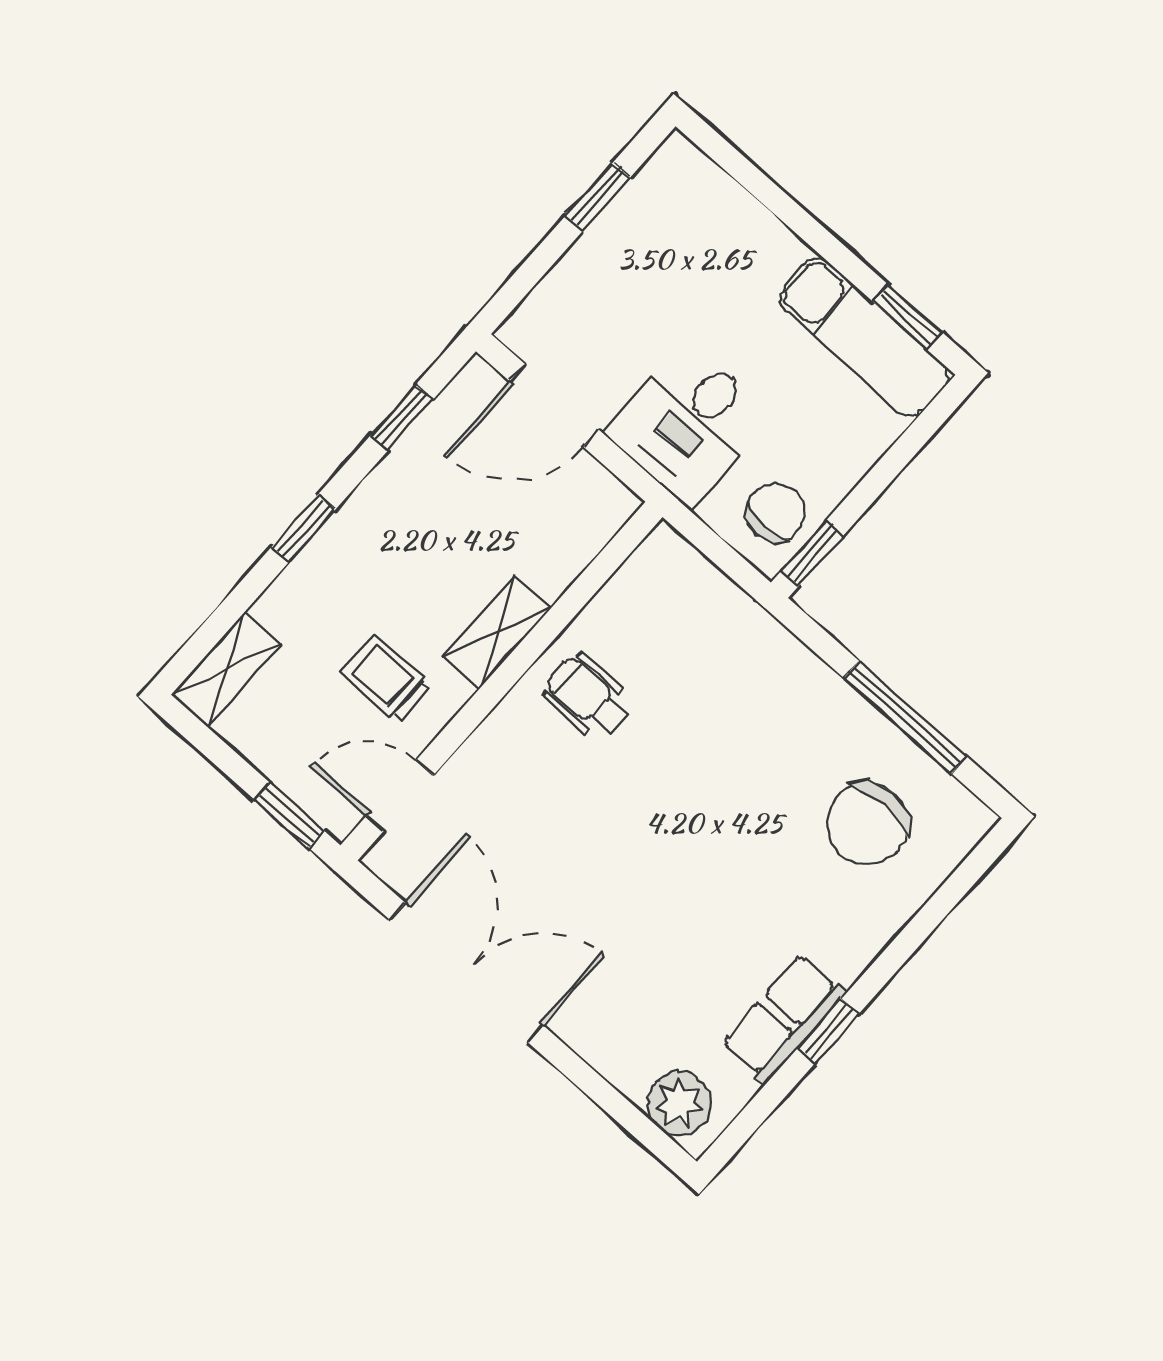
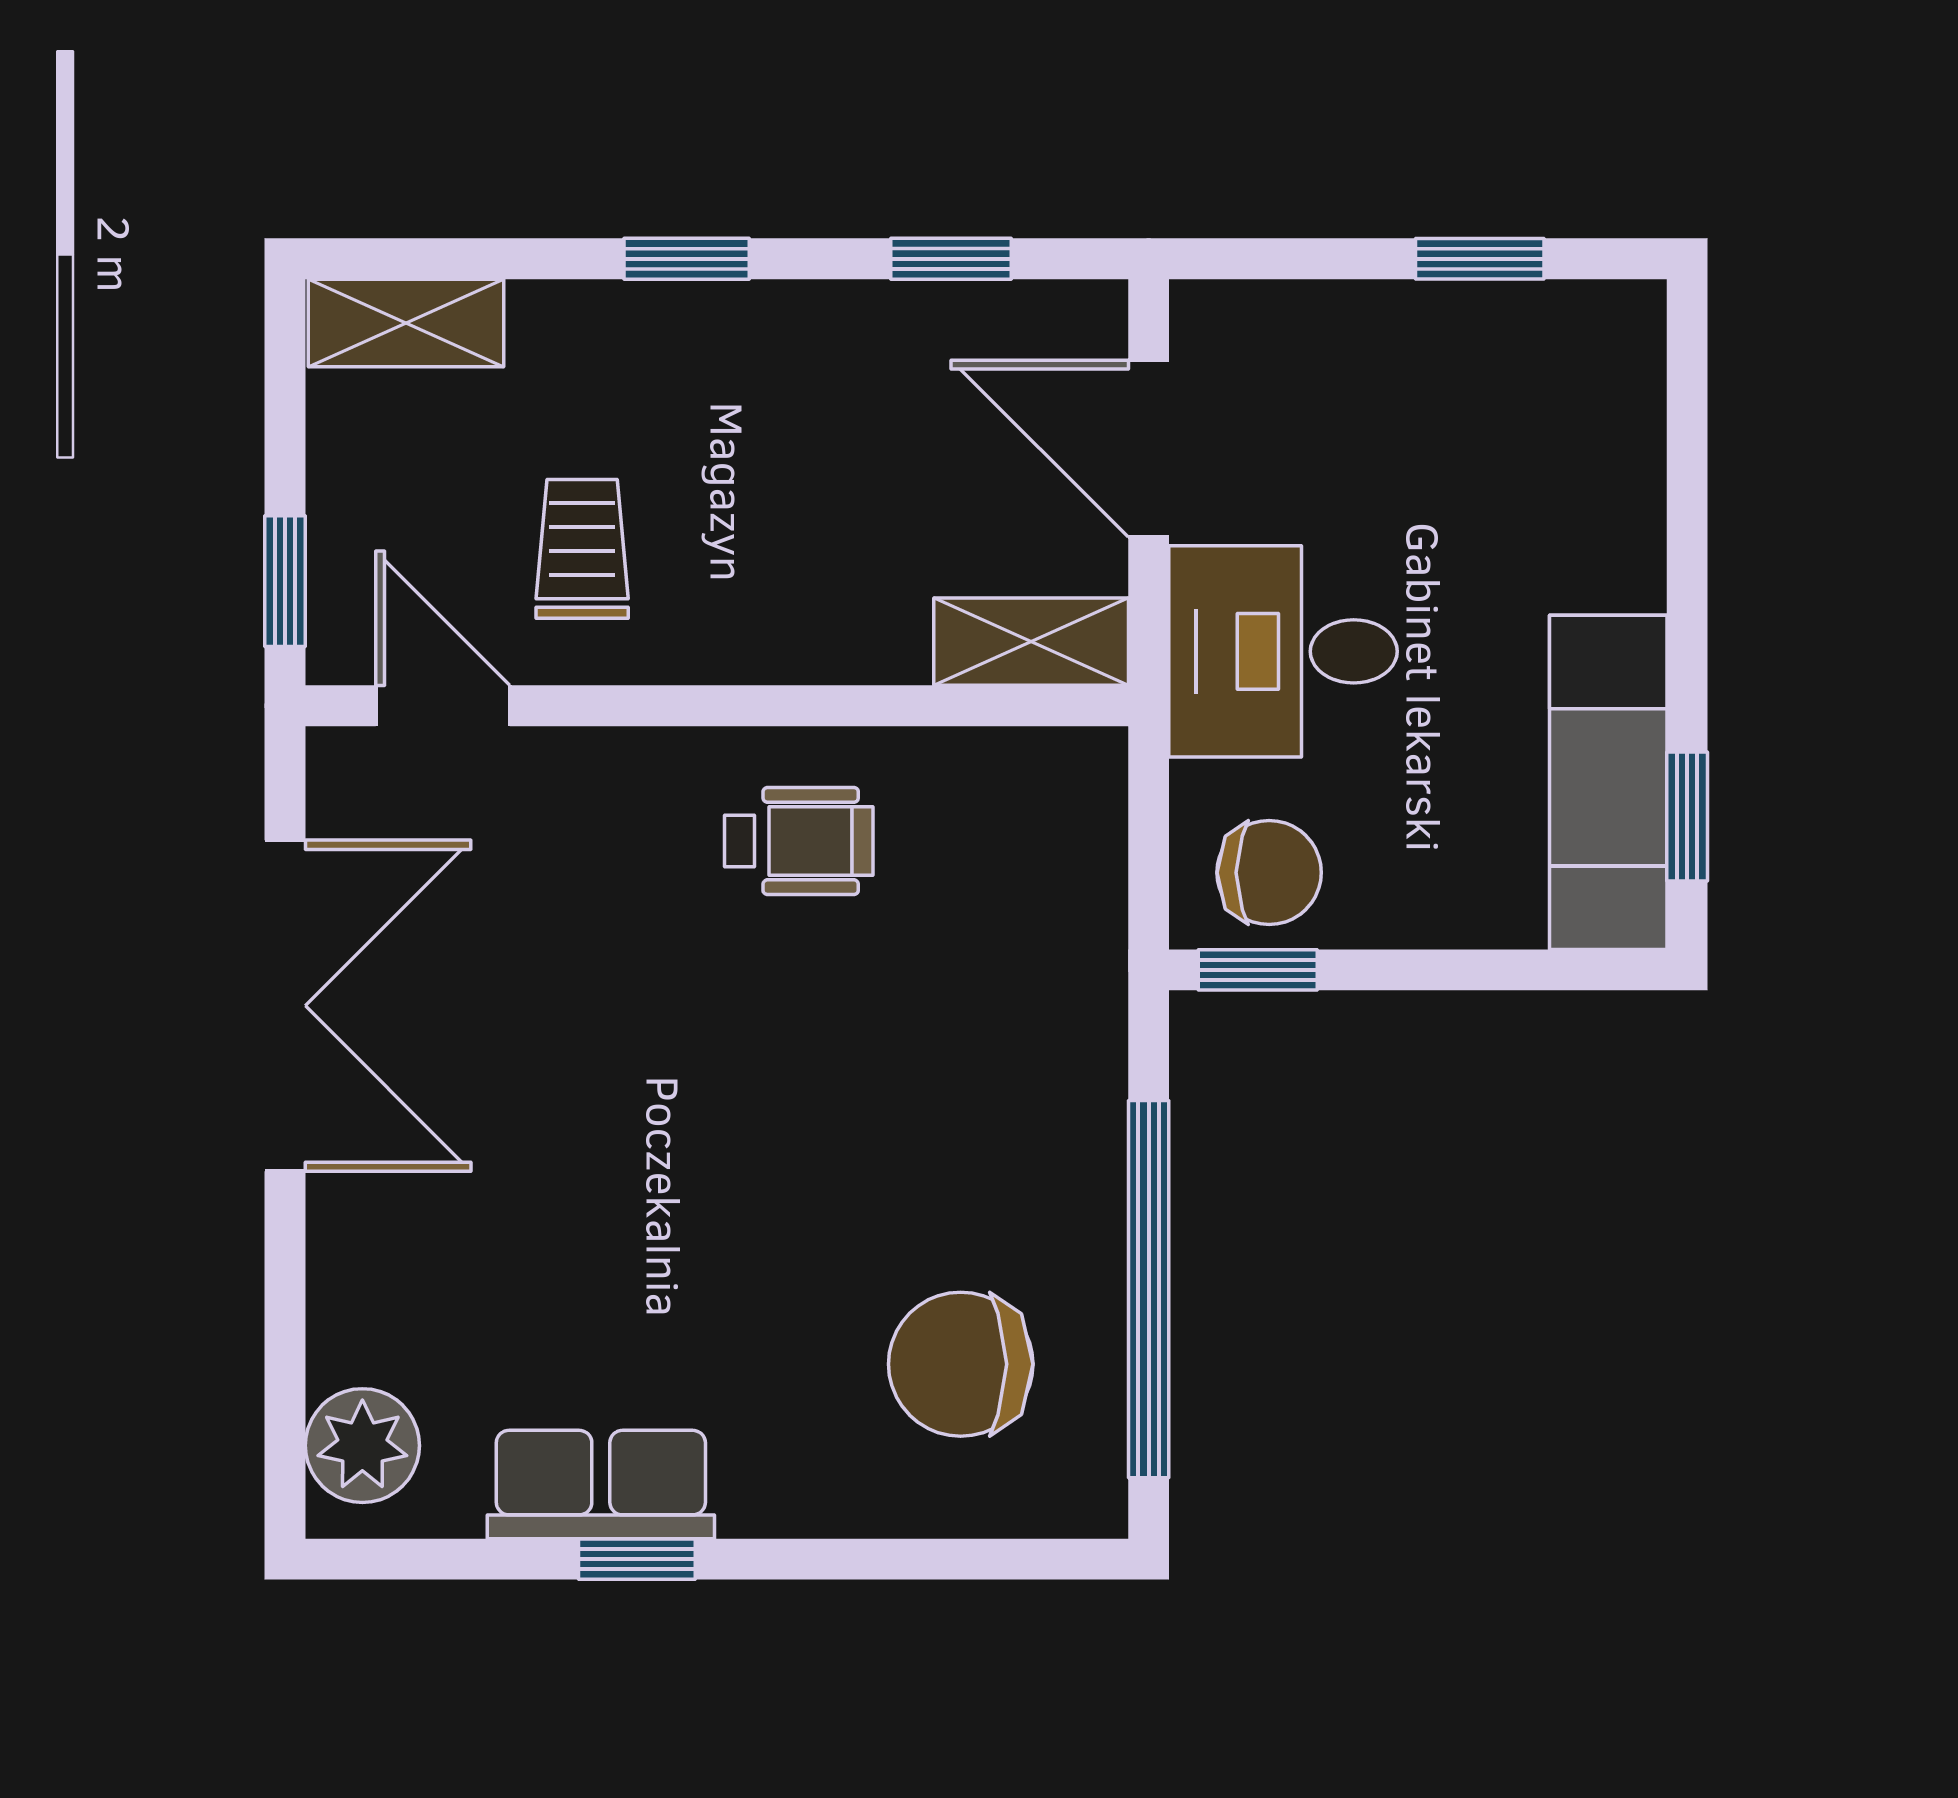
shelving: (497, 632) -> (1031, 642), moved
wheelchair: (588, 697) -> (799, 841), turned 90
window: (905, 717) -> (1149, 1289), width x1.46

